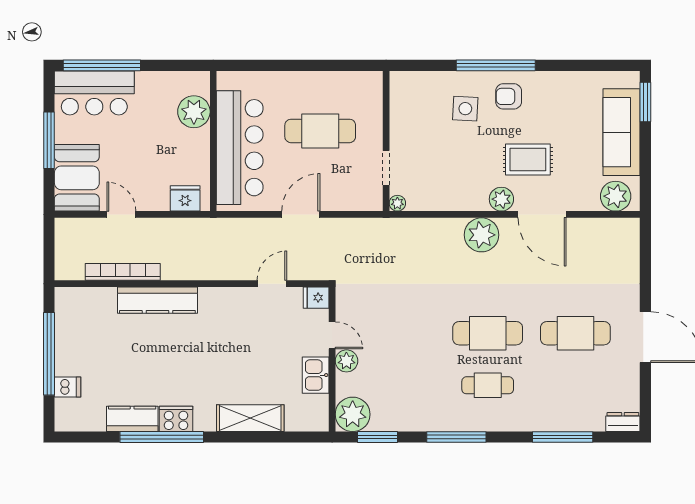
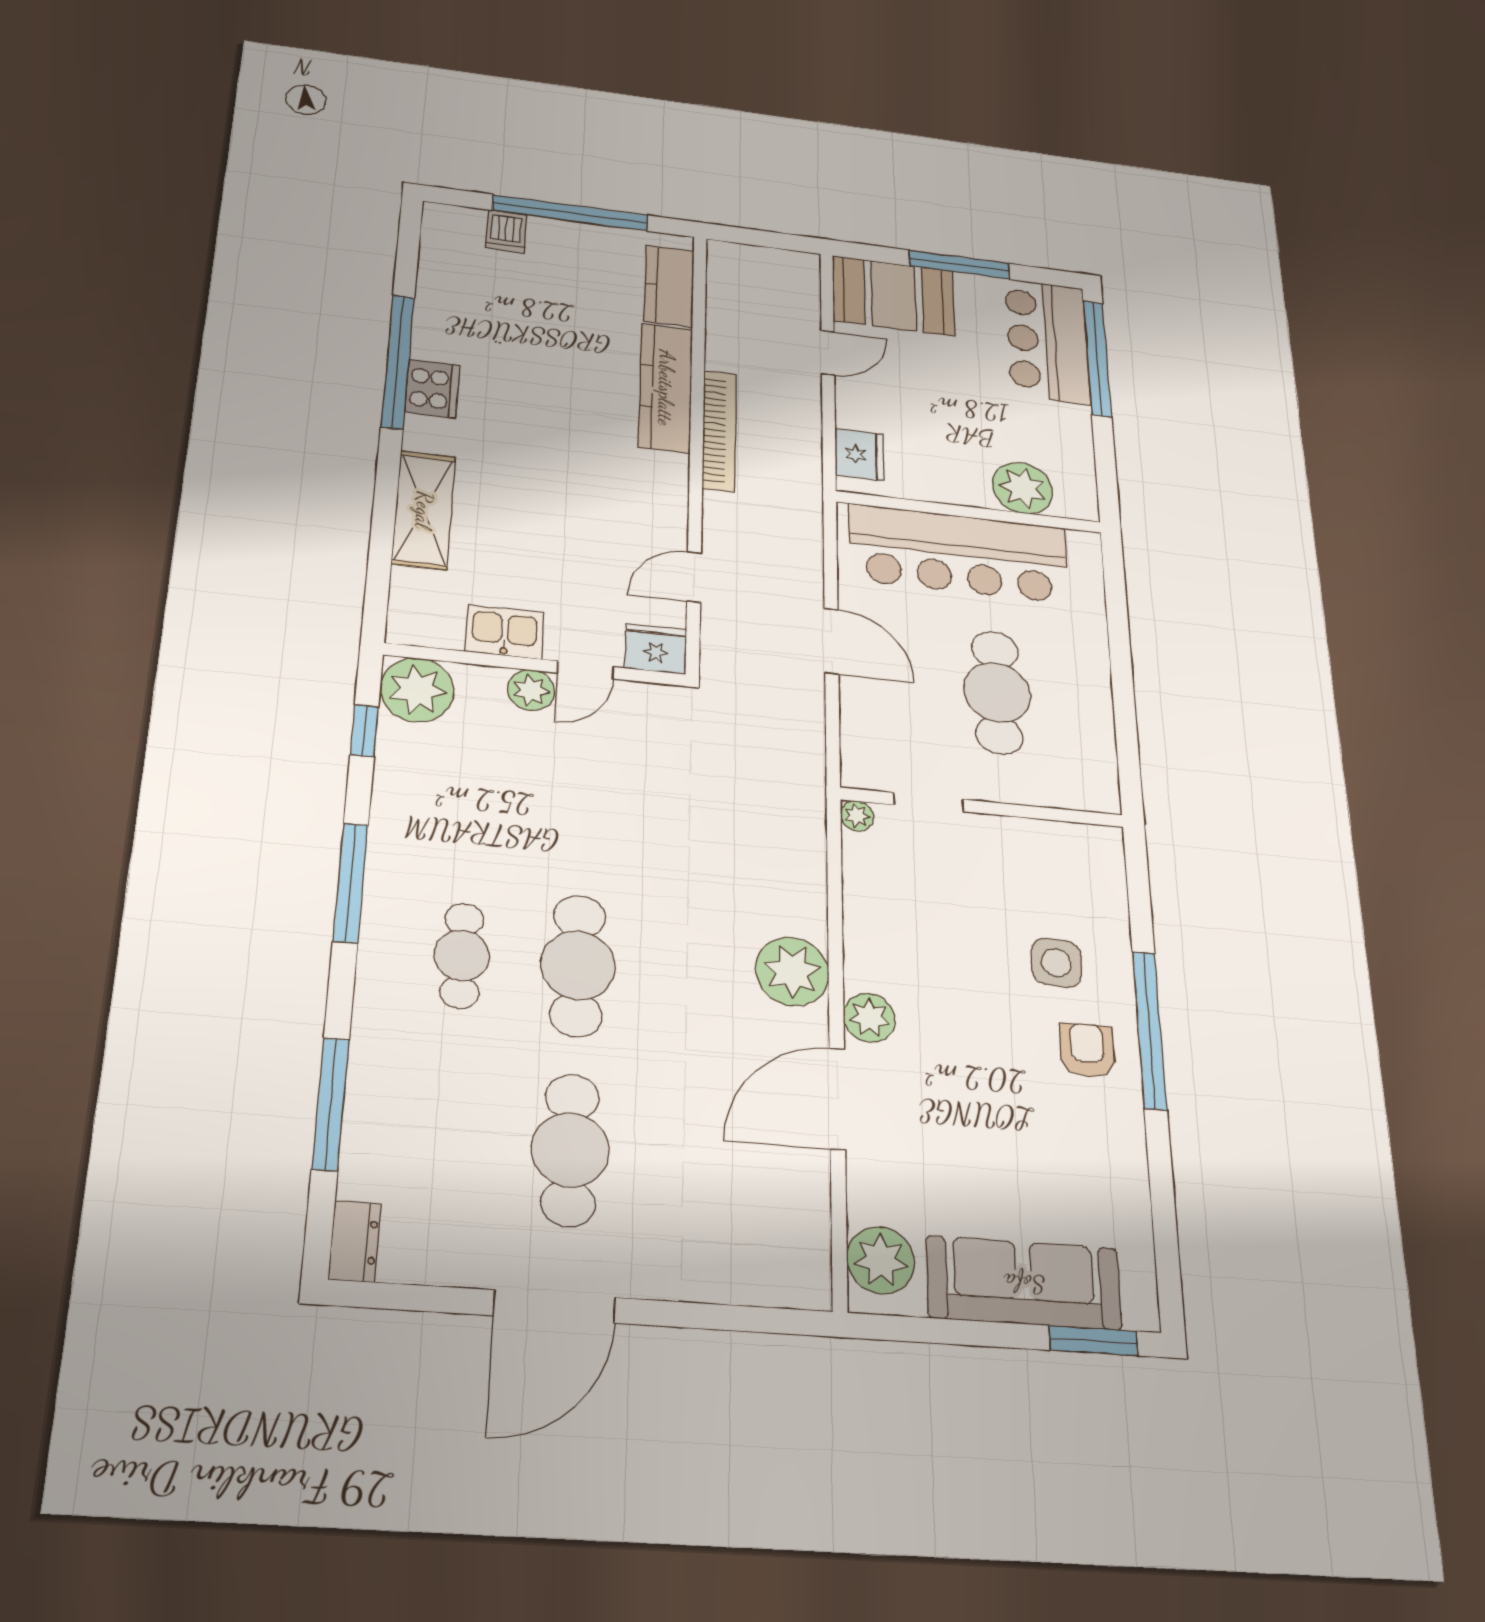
rug: (528, 159) -> (956, 1079), removed
bookcase: (123, 272) -> (719, 431), moved
door: (272, 284) -> (694, 577), swing flipped
fridge: (316, 298) -> (656, 649), width x1.38
kitchen counter: (132, 419) -> (669, 286), moved, turned 180
window: (378, 437) -> (364, 731), width x0.67

